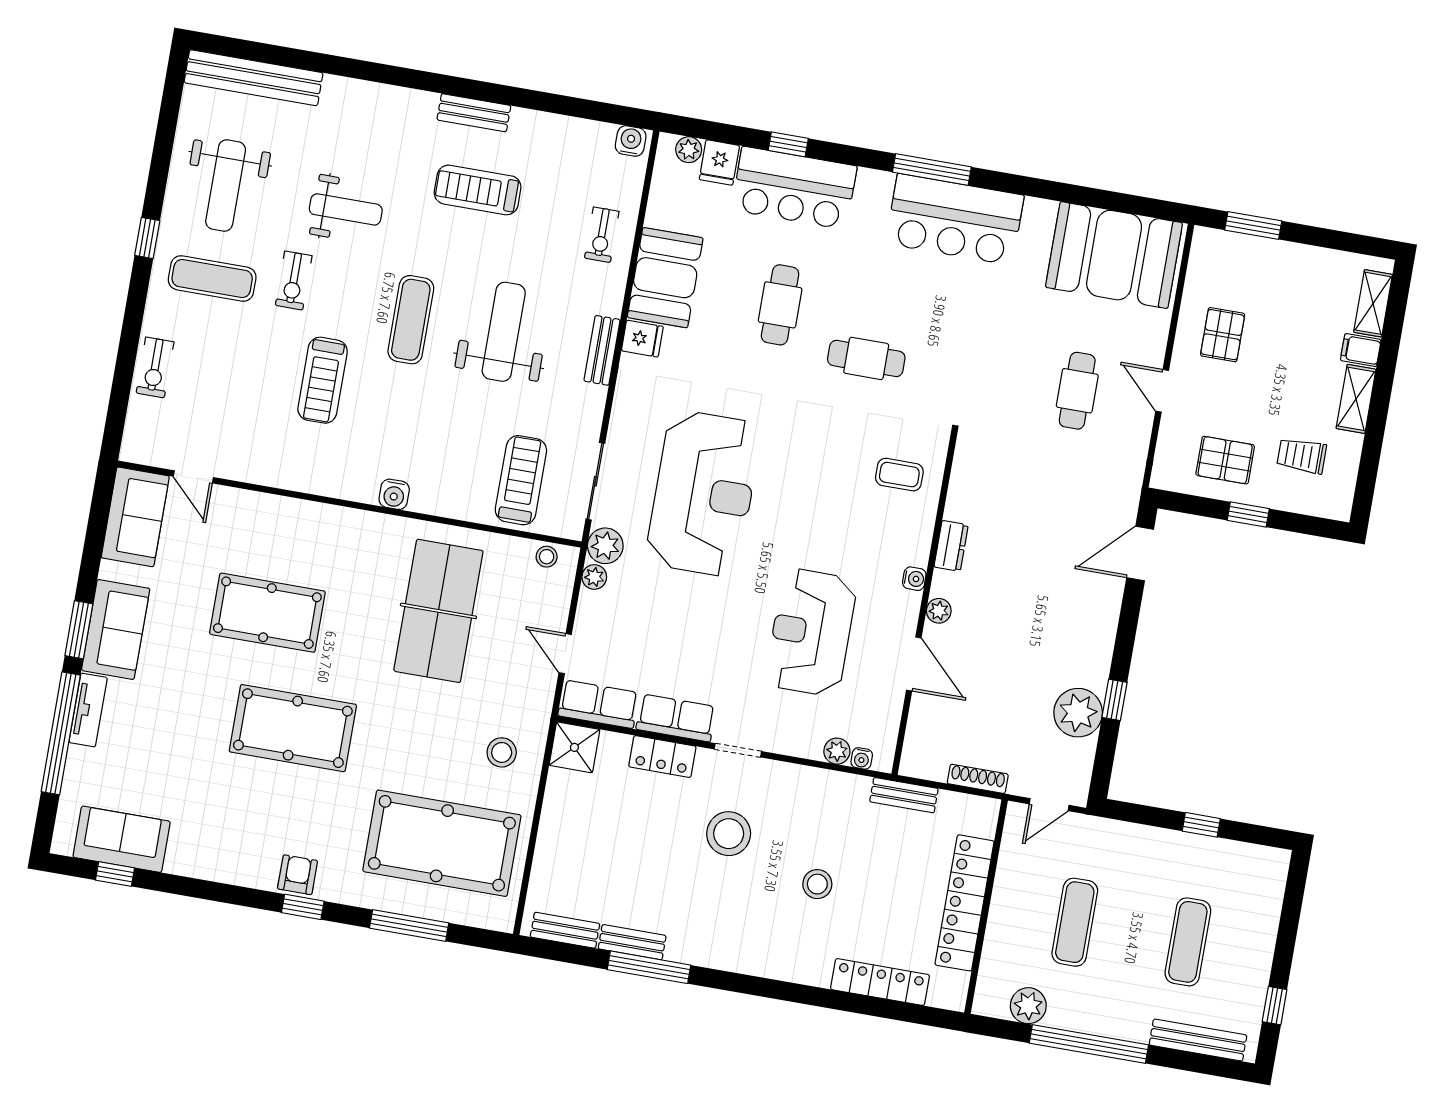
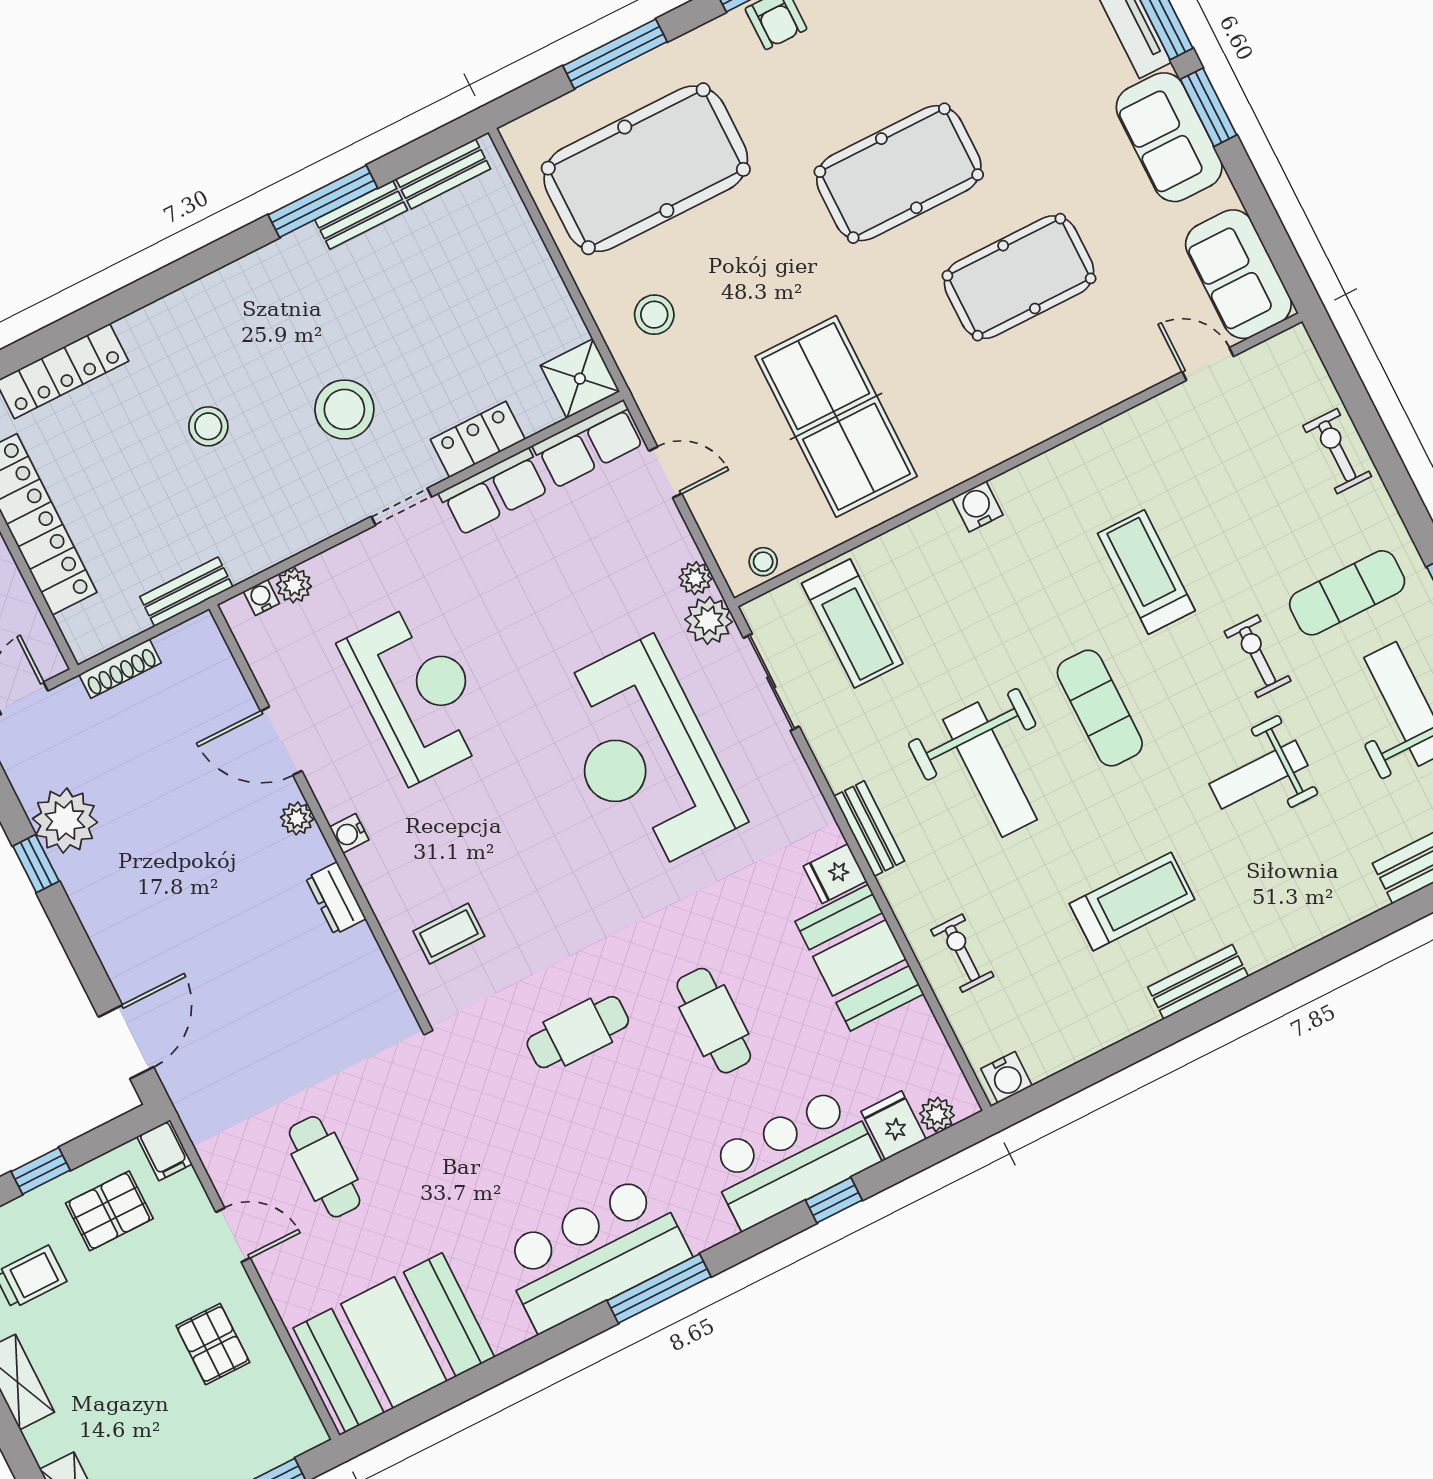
filing cabinet: (1361, 350) -> (164, 1150), moved, turned 90

